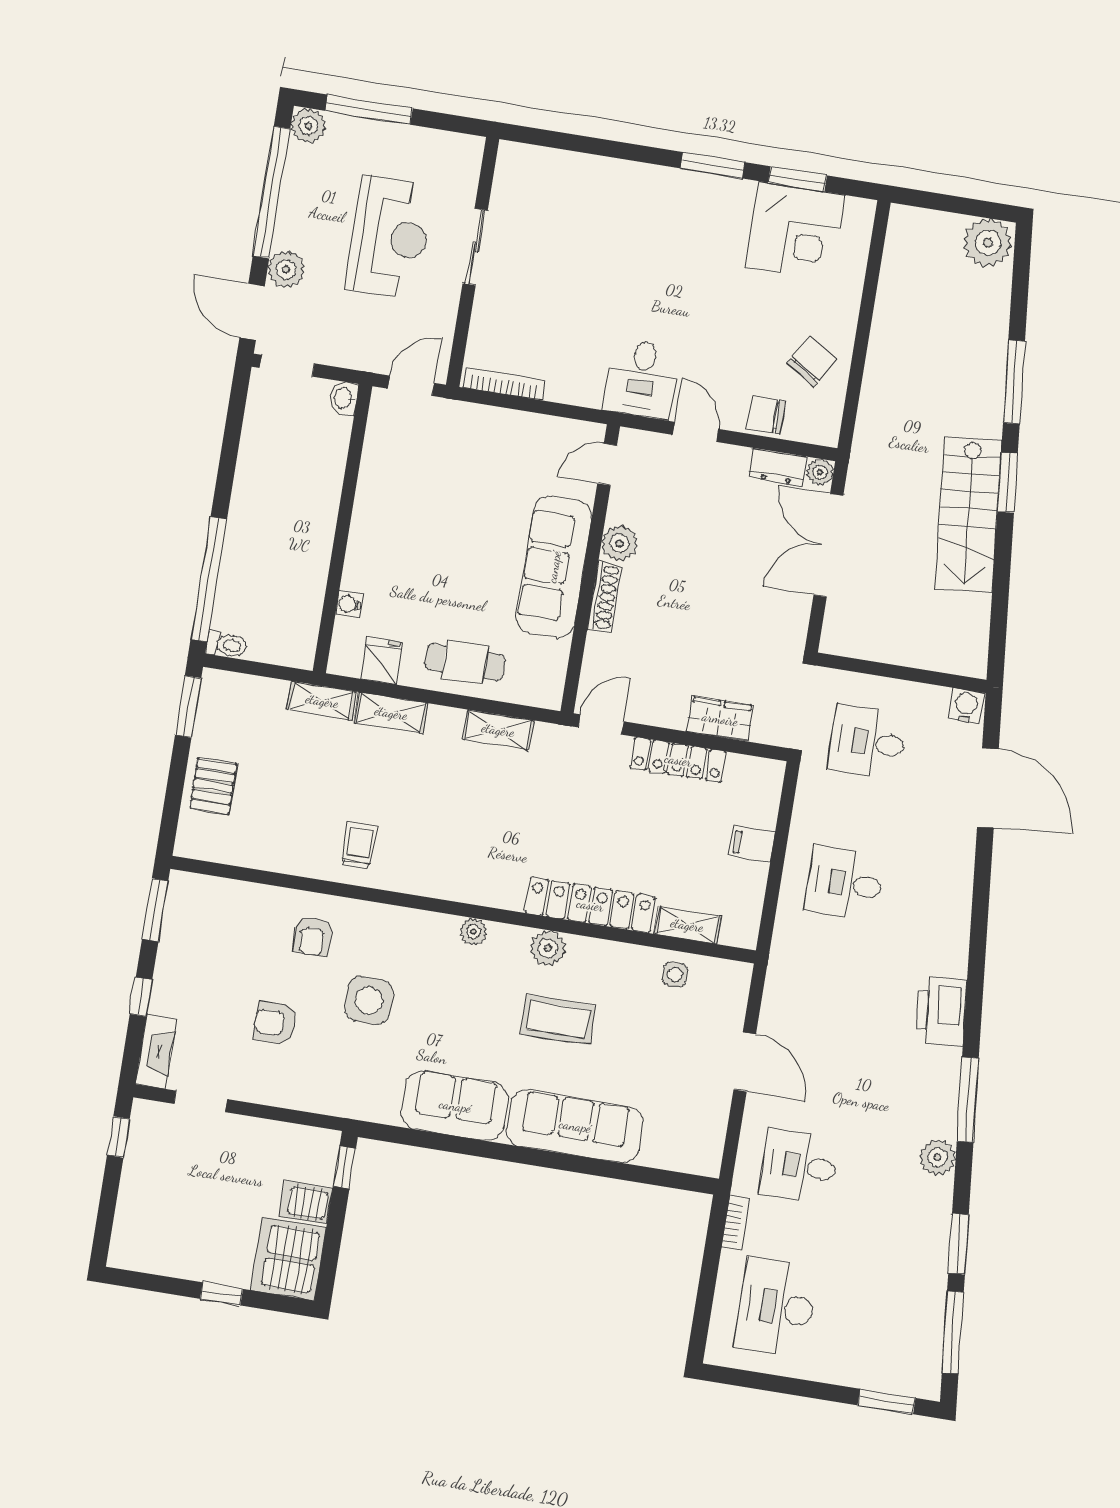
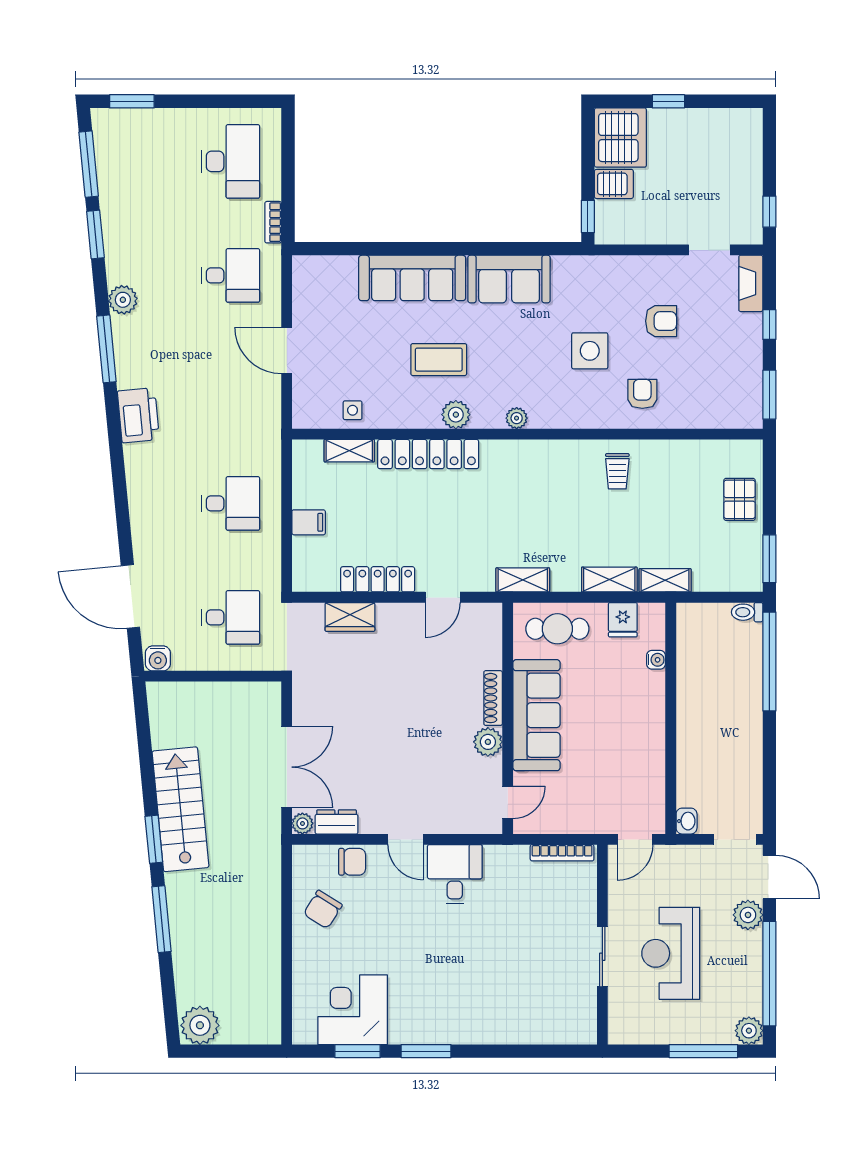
door: (607, 464) -> (508, 803), moved
plant: (619, 543) -> (488, 742), moved
sofa: (554, 567) -> (536, 715), moved
wall: (590, 569) -> (508, 718), moved
shoe rack: (604, 597) -> (493, 698), moved

